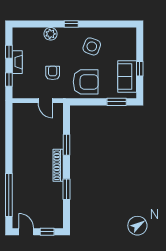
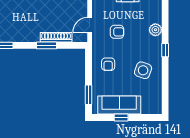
sofa: (127, 77) -> (119, 105), width x1.36
armchair: (86, 82) -> (108, 64), width x0.53, depth x0.53
shoe rack: (58, 165) -> (56, 37), moved

